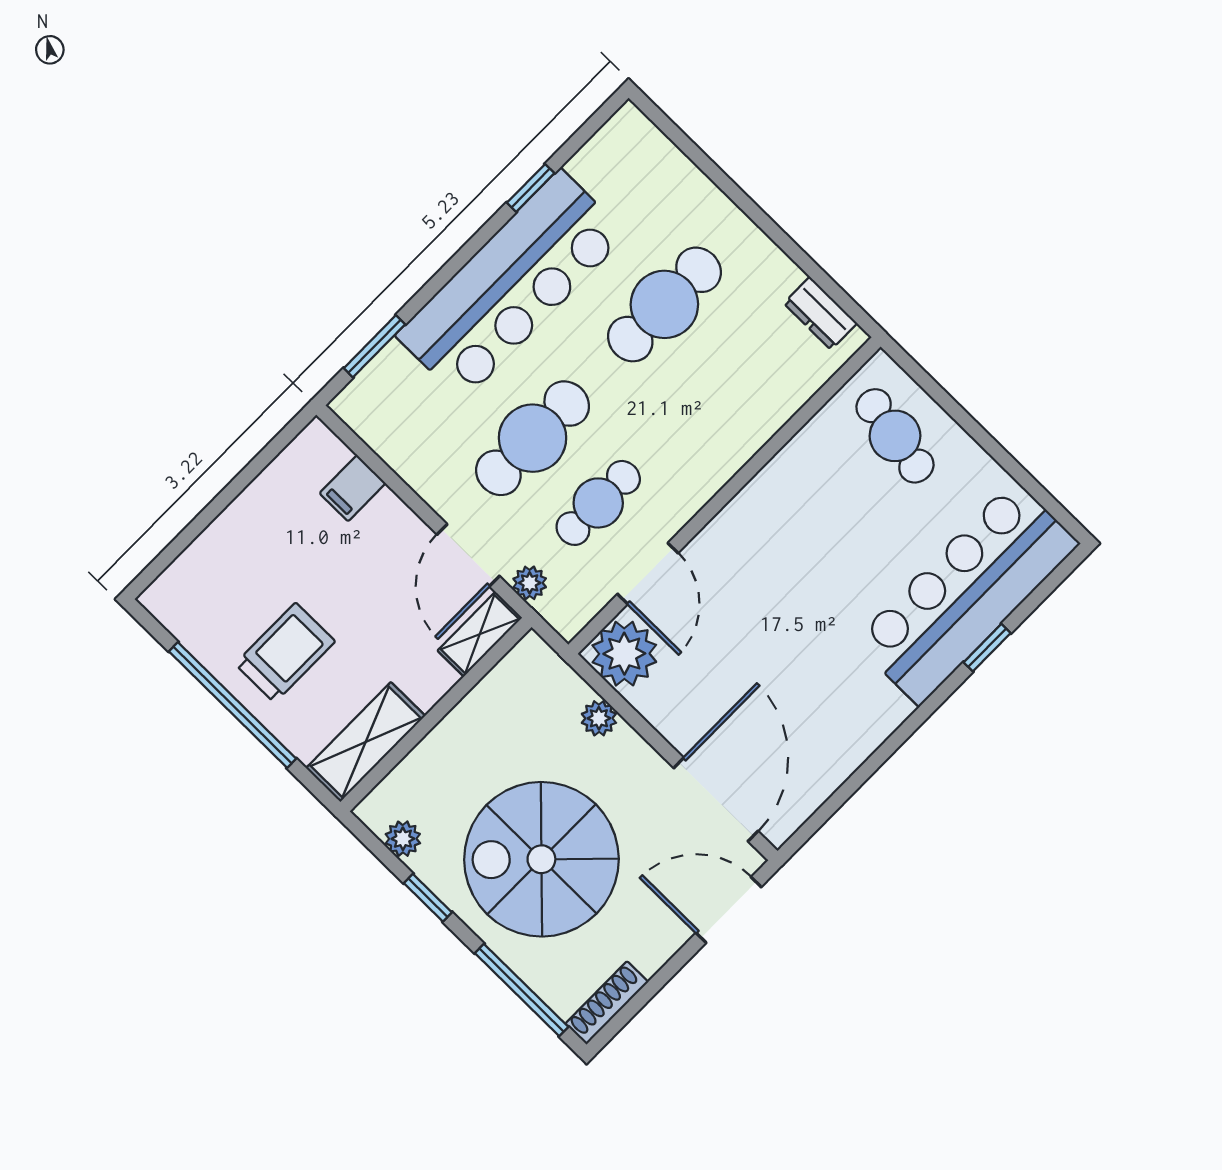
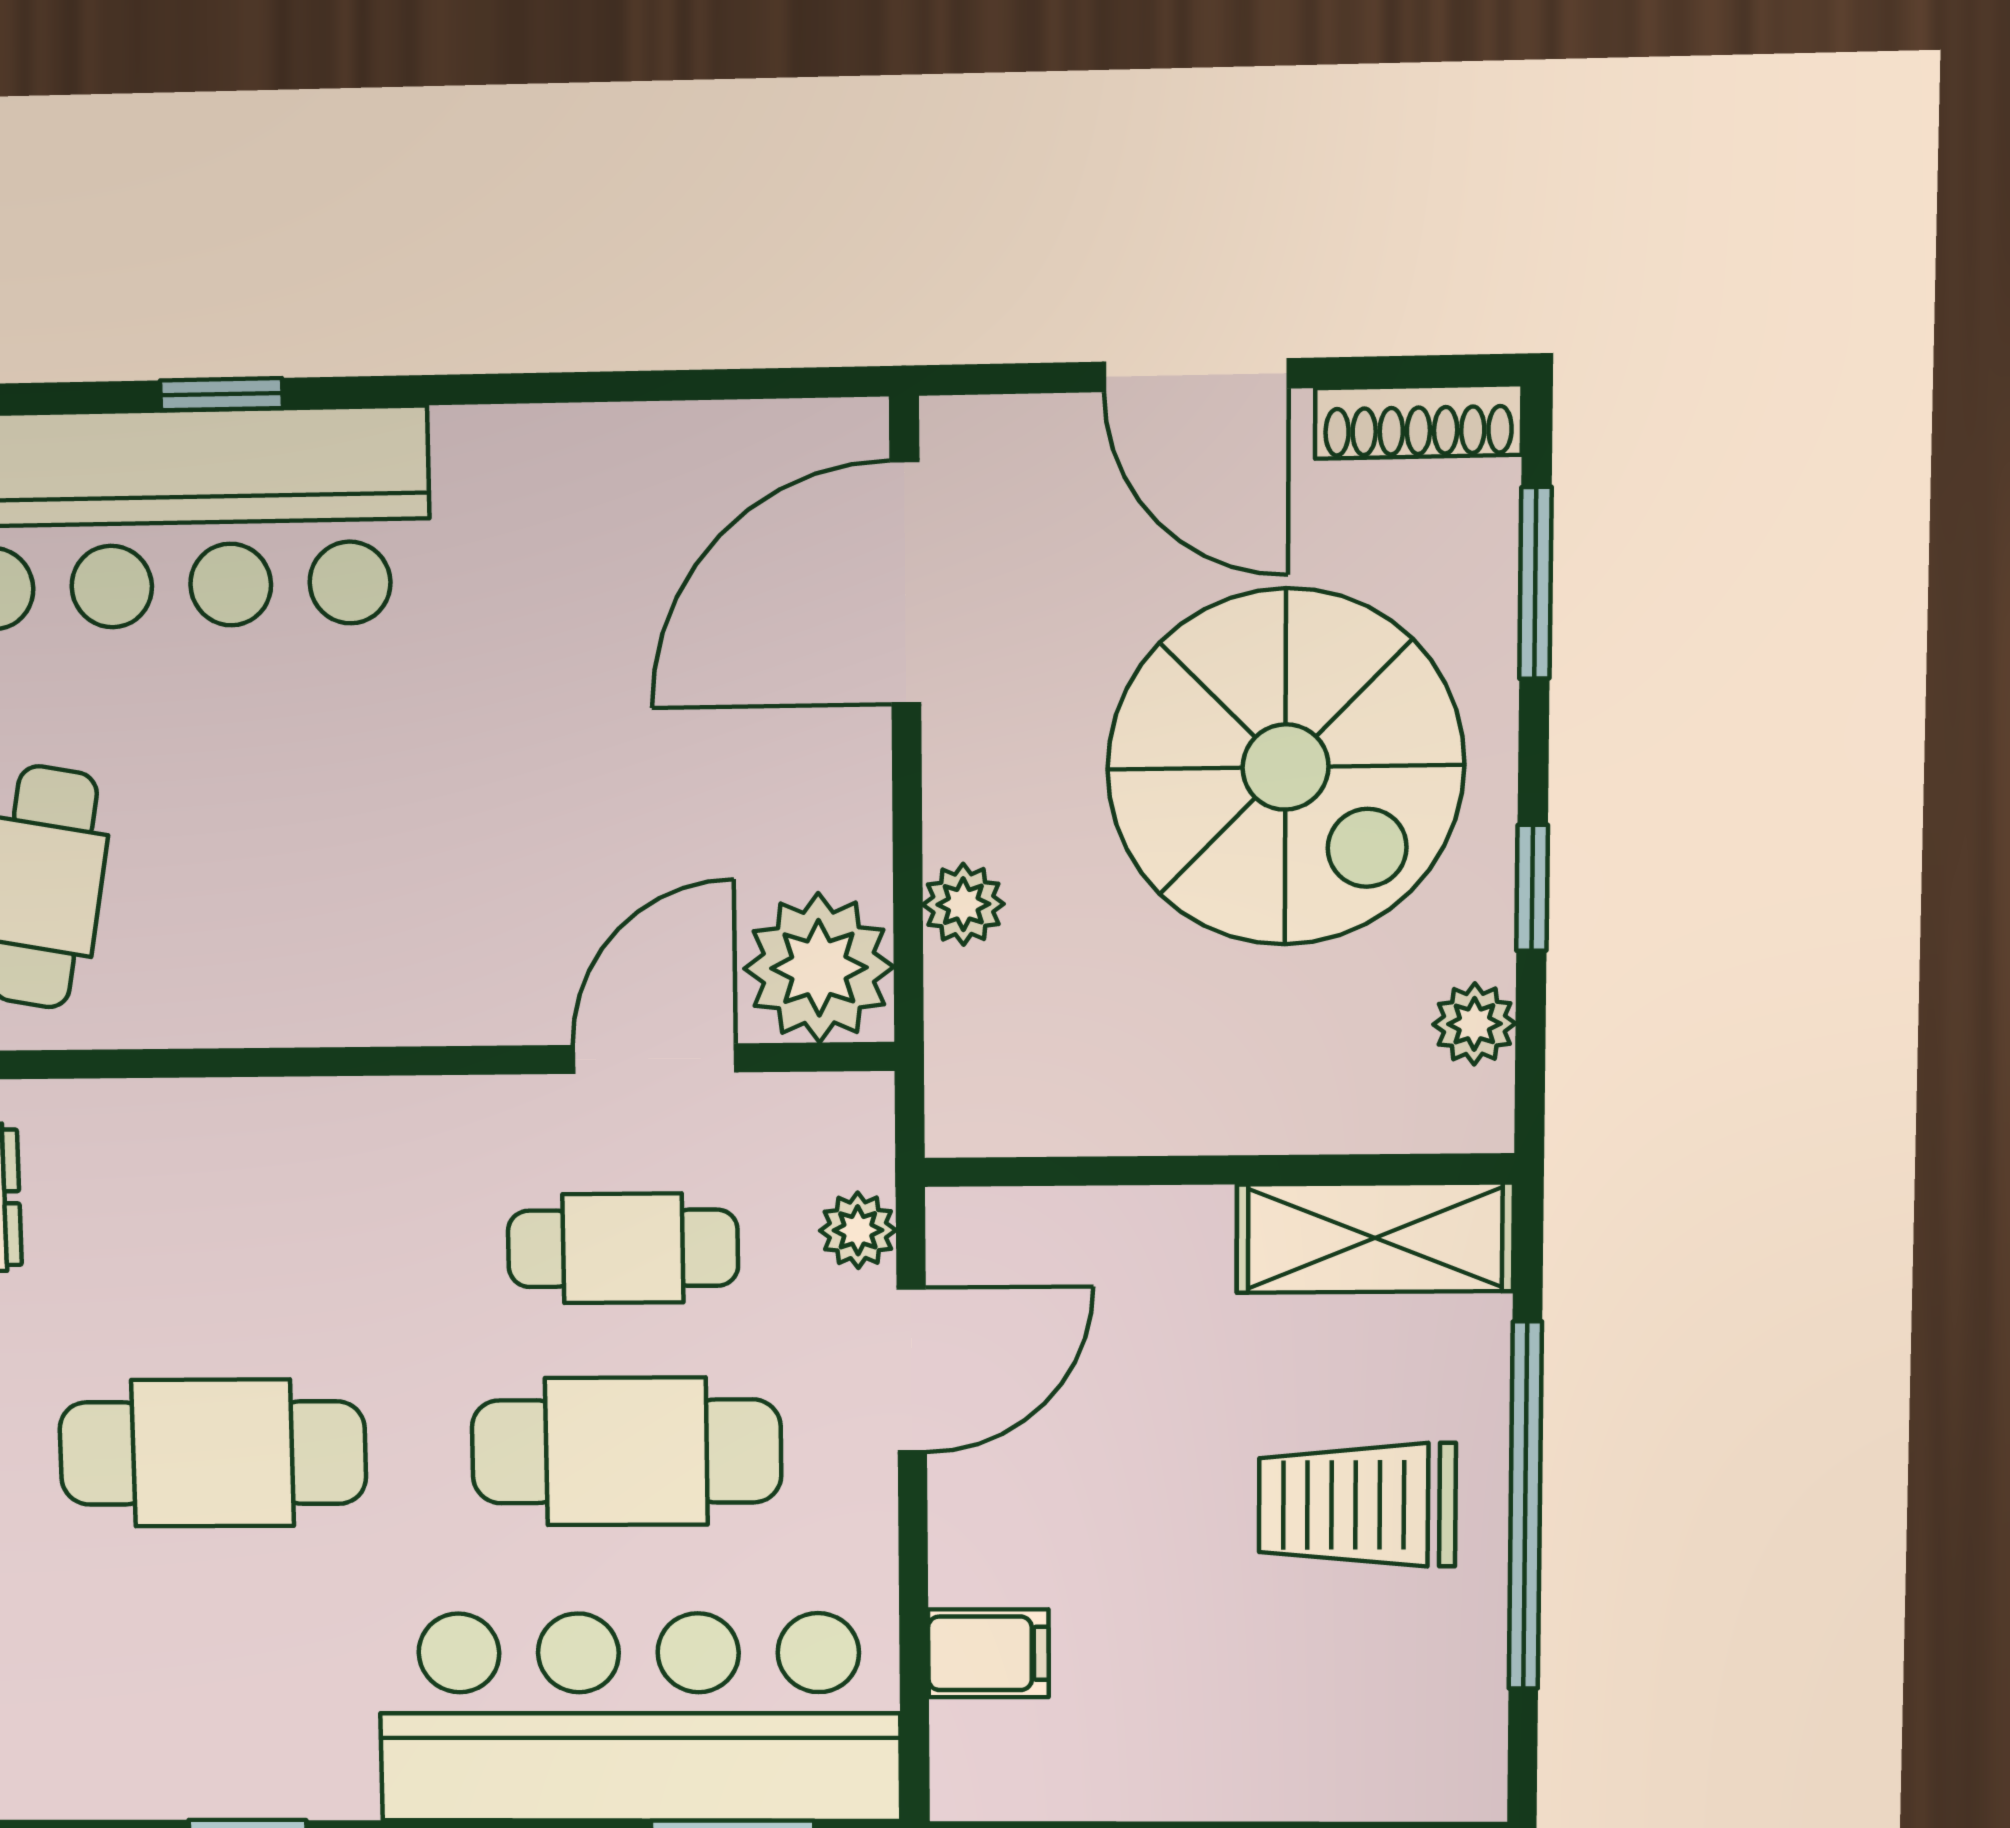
bar counter: (512, 285) -> (639, 1717), moved
shelving: (480, 634) -> (1019, 1228), removed
door: (729, 910) -> (1196, 375), moved
window: (522, 990) -> (1535, 583), width x0.69

